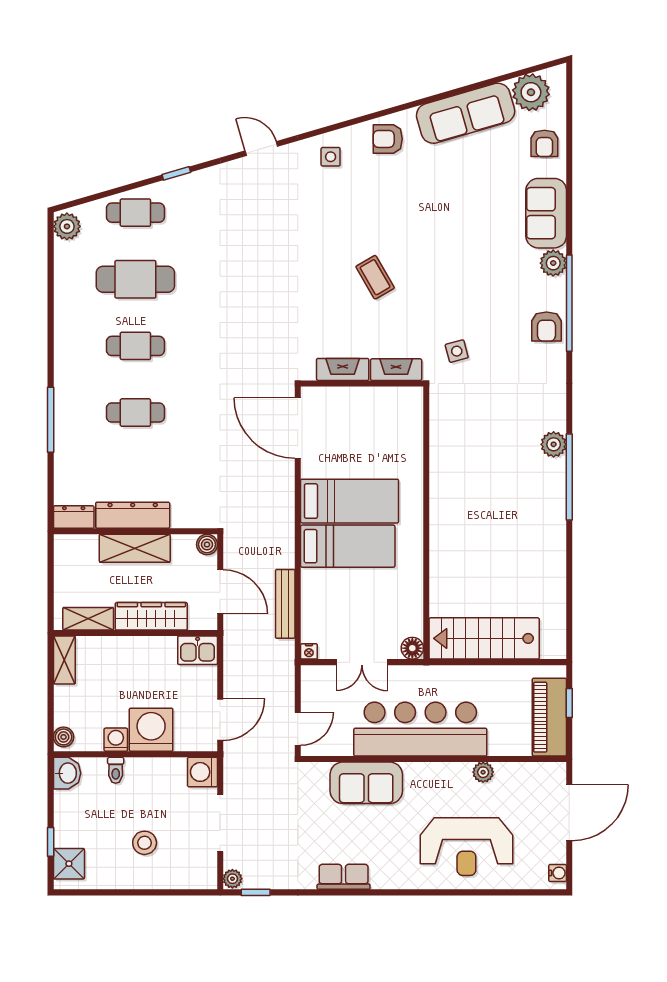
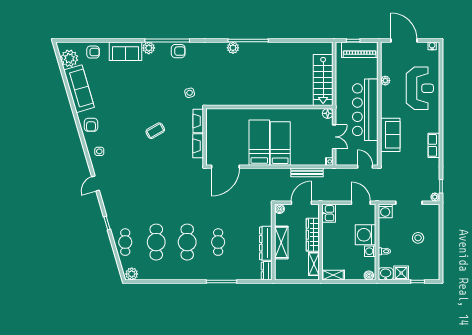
cafe table: (135, 346) -> (187, 242), width x1.37, depth x1.35
shower: (69, 864) -> (401, 273), moved

